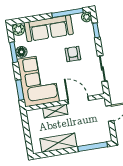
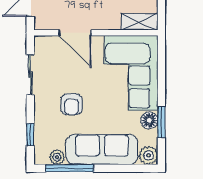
plant: (87, 17) -> (57, 157), moved
window: (20, 90) -> (161, 63), removed
shelving: (55, 111) -> (140, 22), moved

